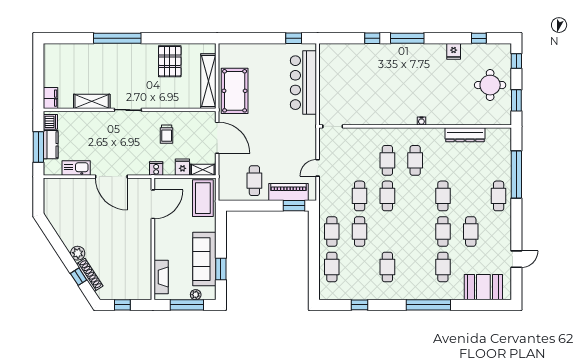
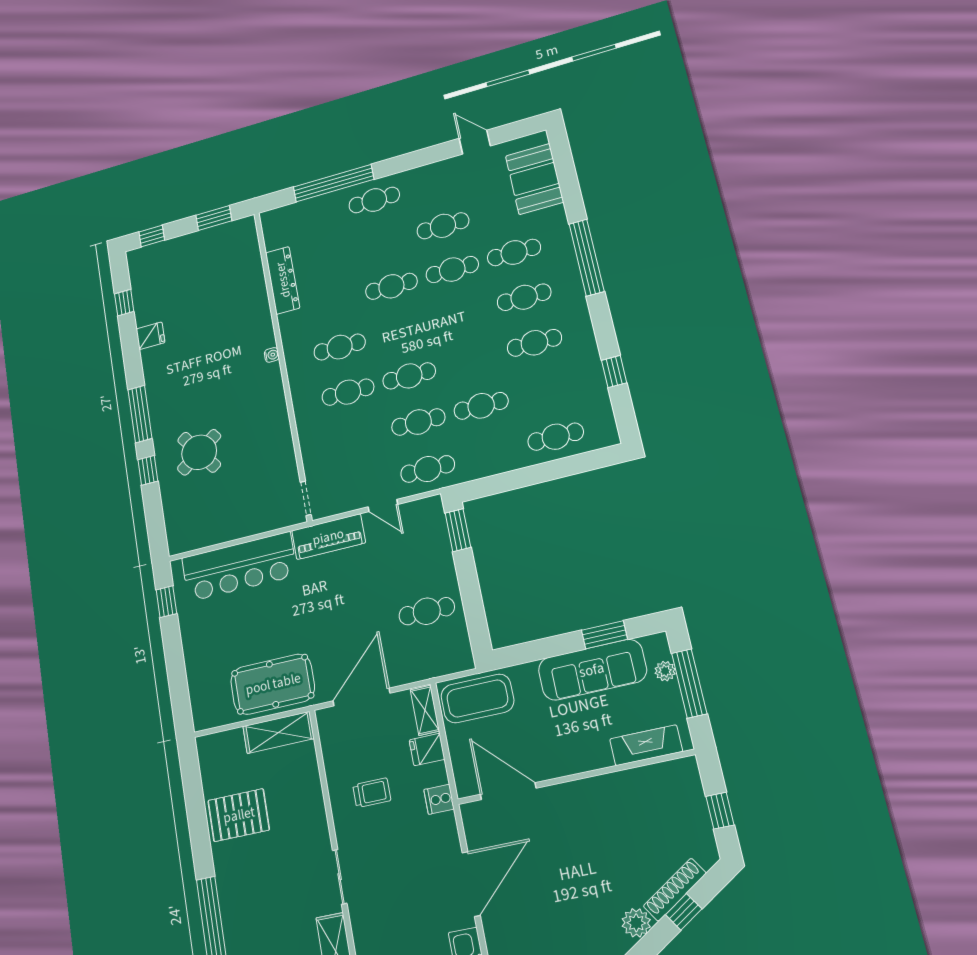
shelving: (208, 81) -> (278, 732), width x0.68
round table: (490, 85) -> (199, 452), moved, turned -36
piano: (289, 192) -> (328, 537), moved, turned -90
cafe table: (332, 231) -> (428, 469), moved
cafe table: (415, 267) -> (524, 297), added

